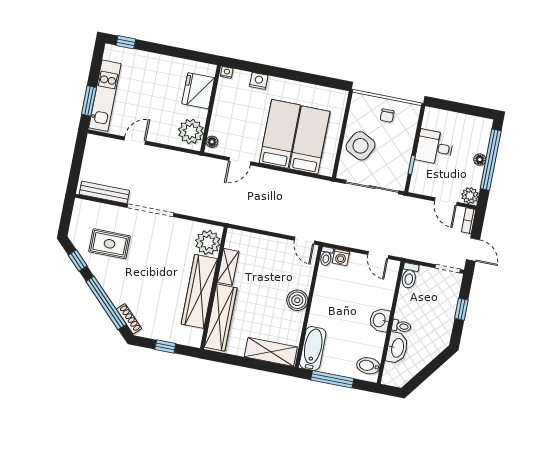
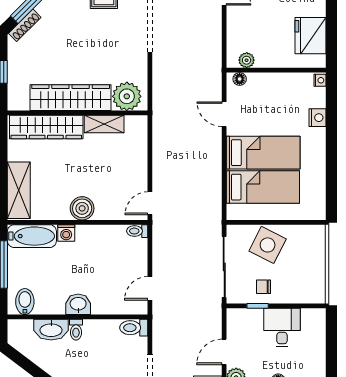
fridge: (198, 91) -> (310, 36), moved, turned -90
chair: (387, 116) -> (264, 287), moved
plant: (191, 131) -> (247, 60), width x0.53, depth x0.53
washing machine: (341, 257) -> (66, 233), moved, turned -90

